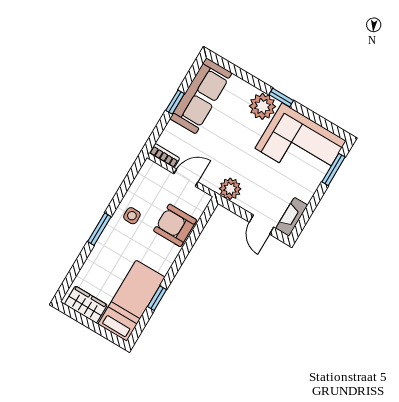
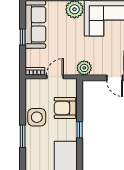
side table: (132, 216) -> (37, 117), width x1.87, depth x1.87
window: (157, 298) -> (80, 130), moved

